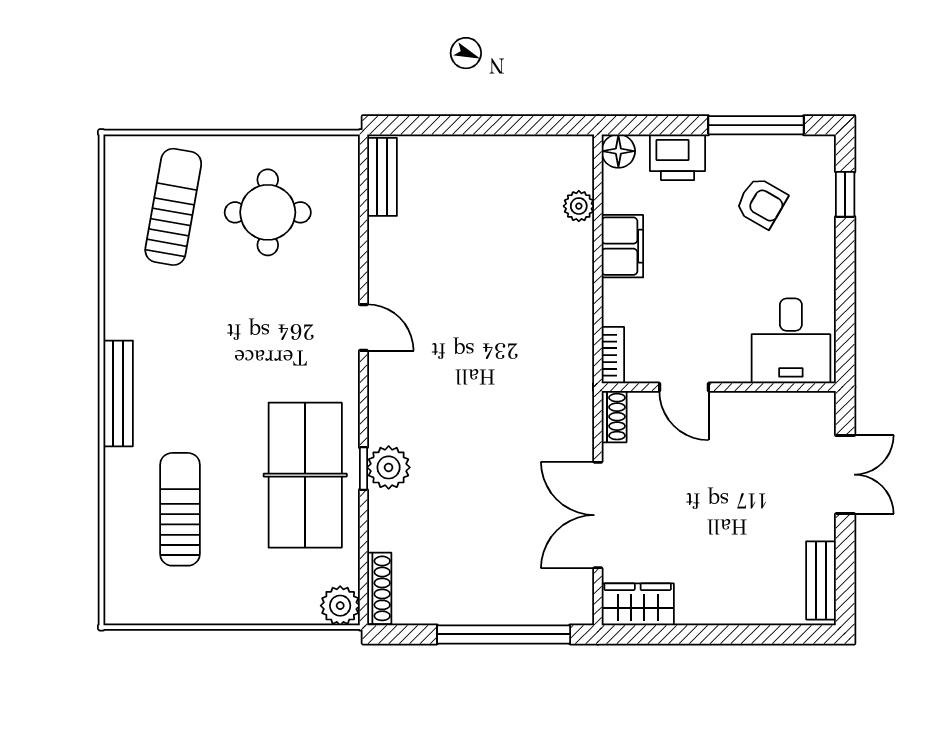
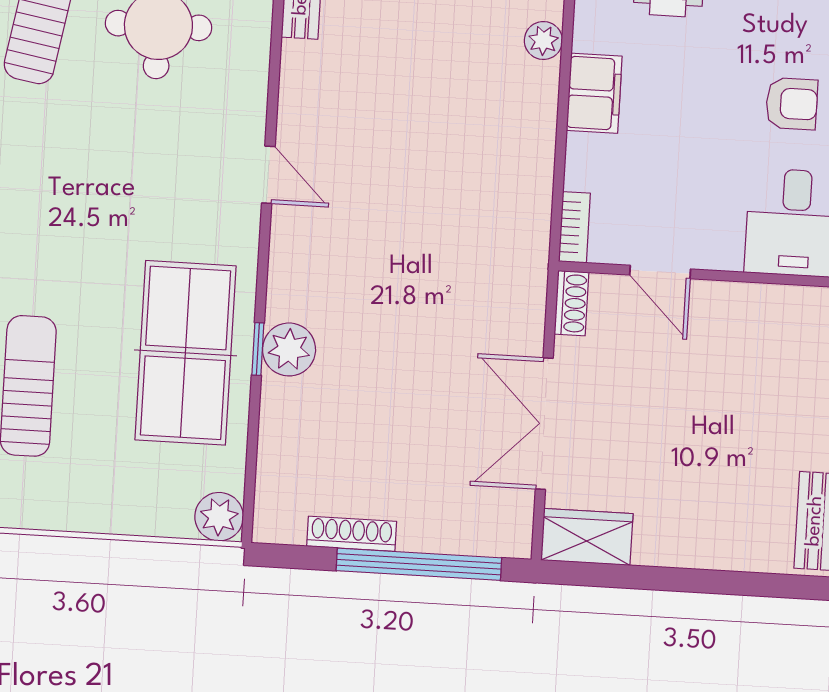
armchair: (761, 203) -> (792, 104), moved, turned -30
shoe rack: (379, 588) -> (352, 534), moved, turned -90

